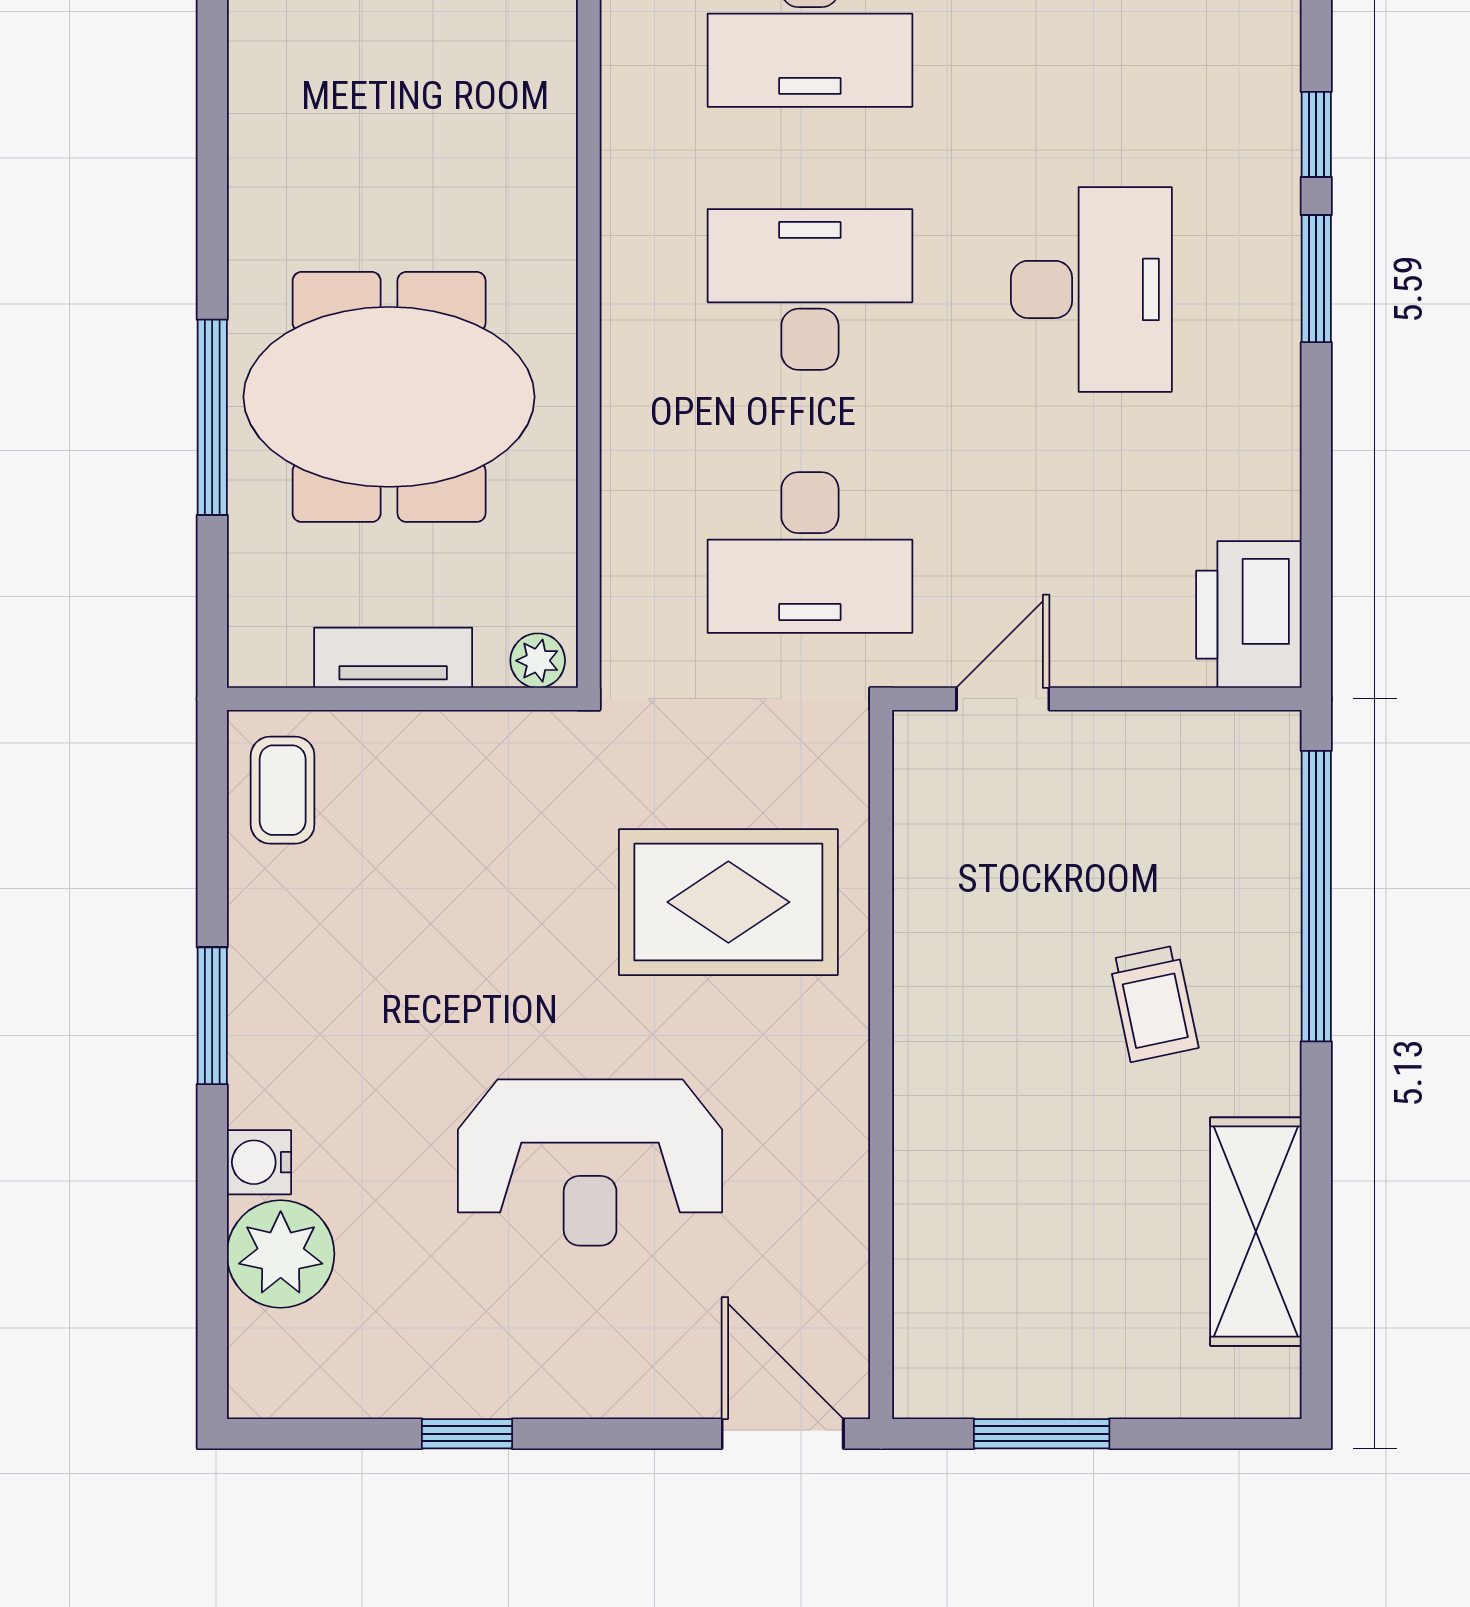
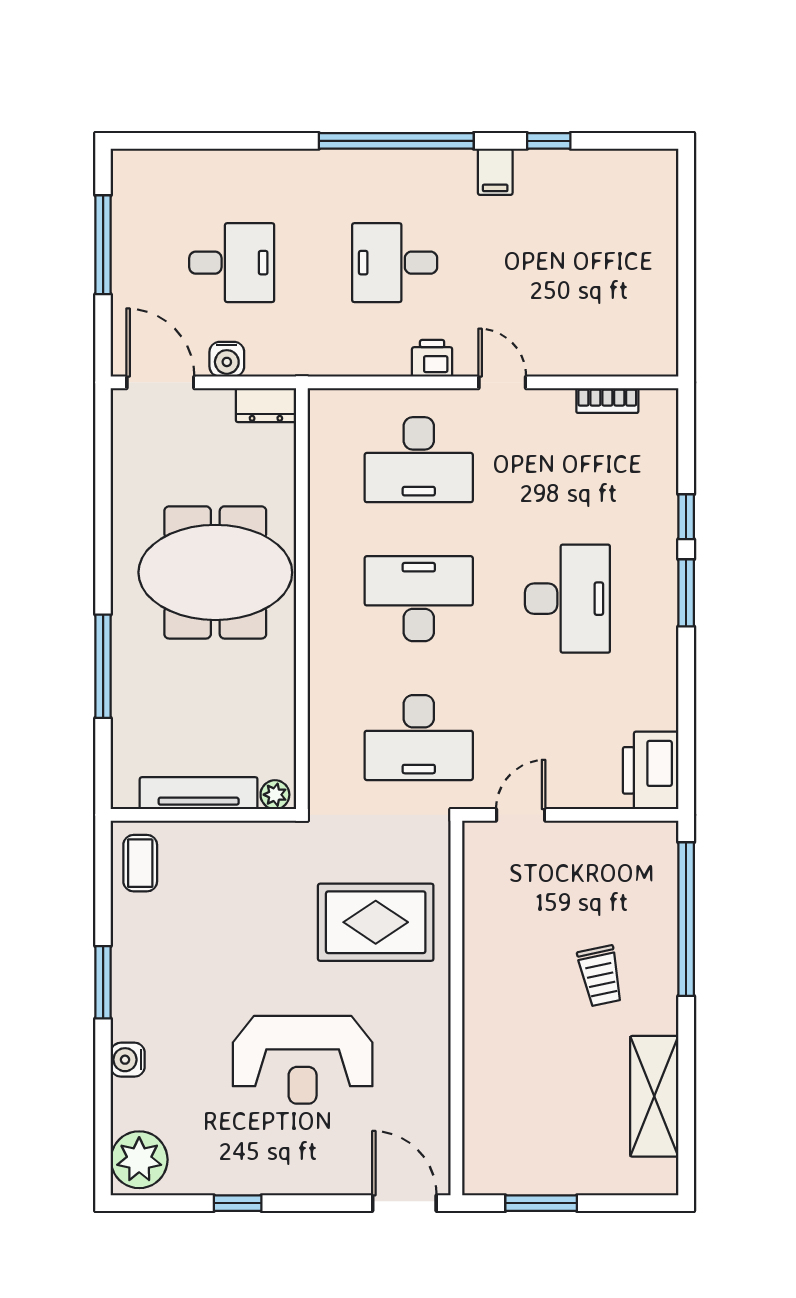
meeting table: (389, 397) -> (215, 572), moved
tv unit: (393, 658) -> (199, 793), width x1.41
plant: (281, 1254) -> (139, 1160), moved

